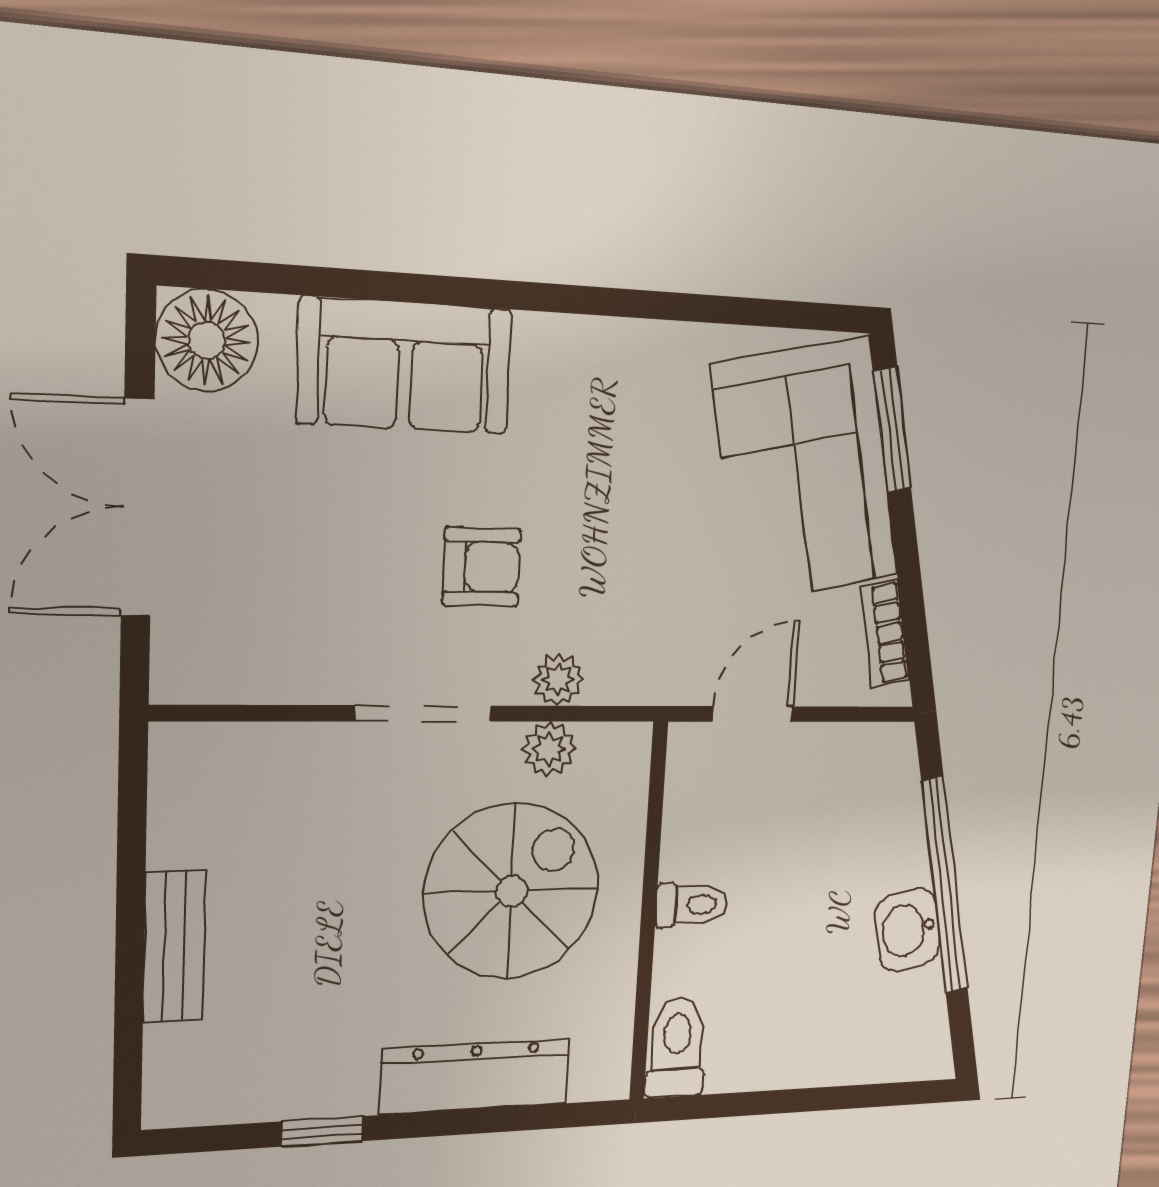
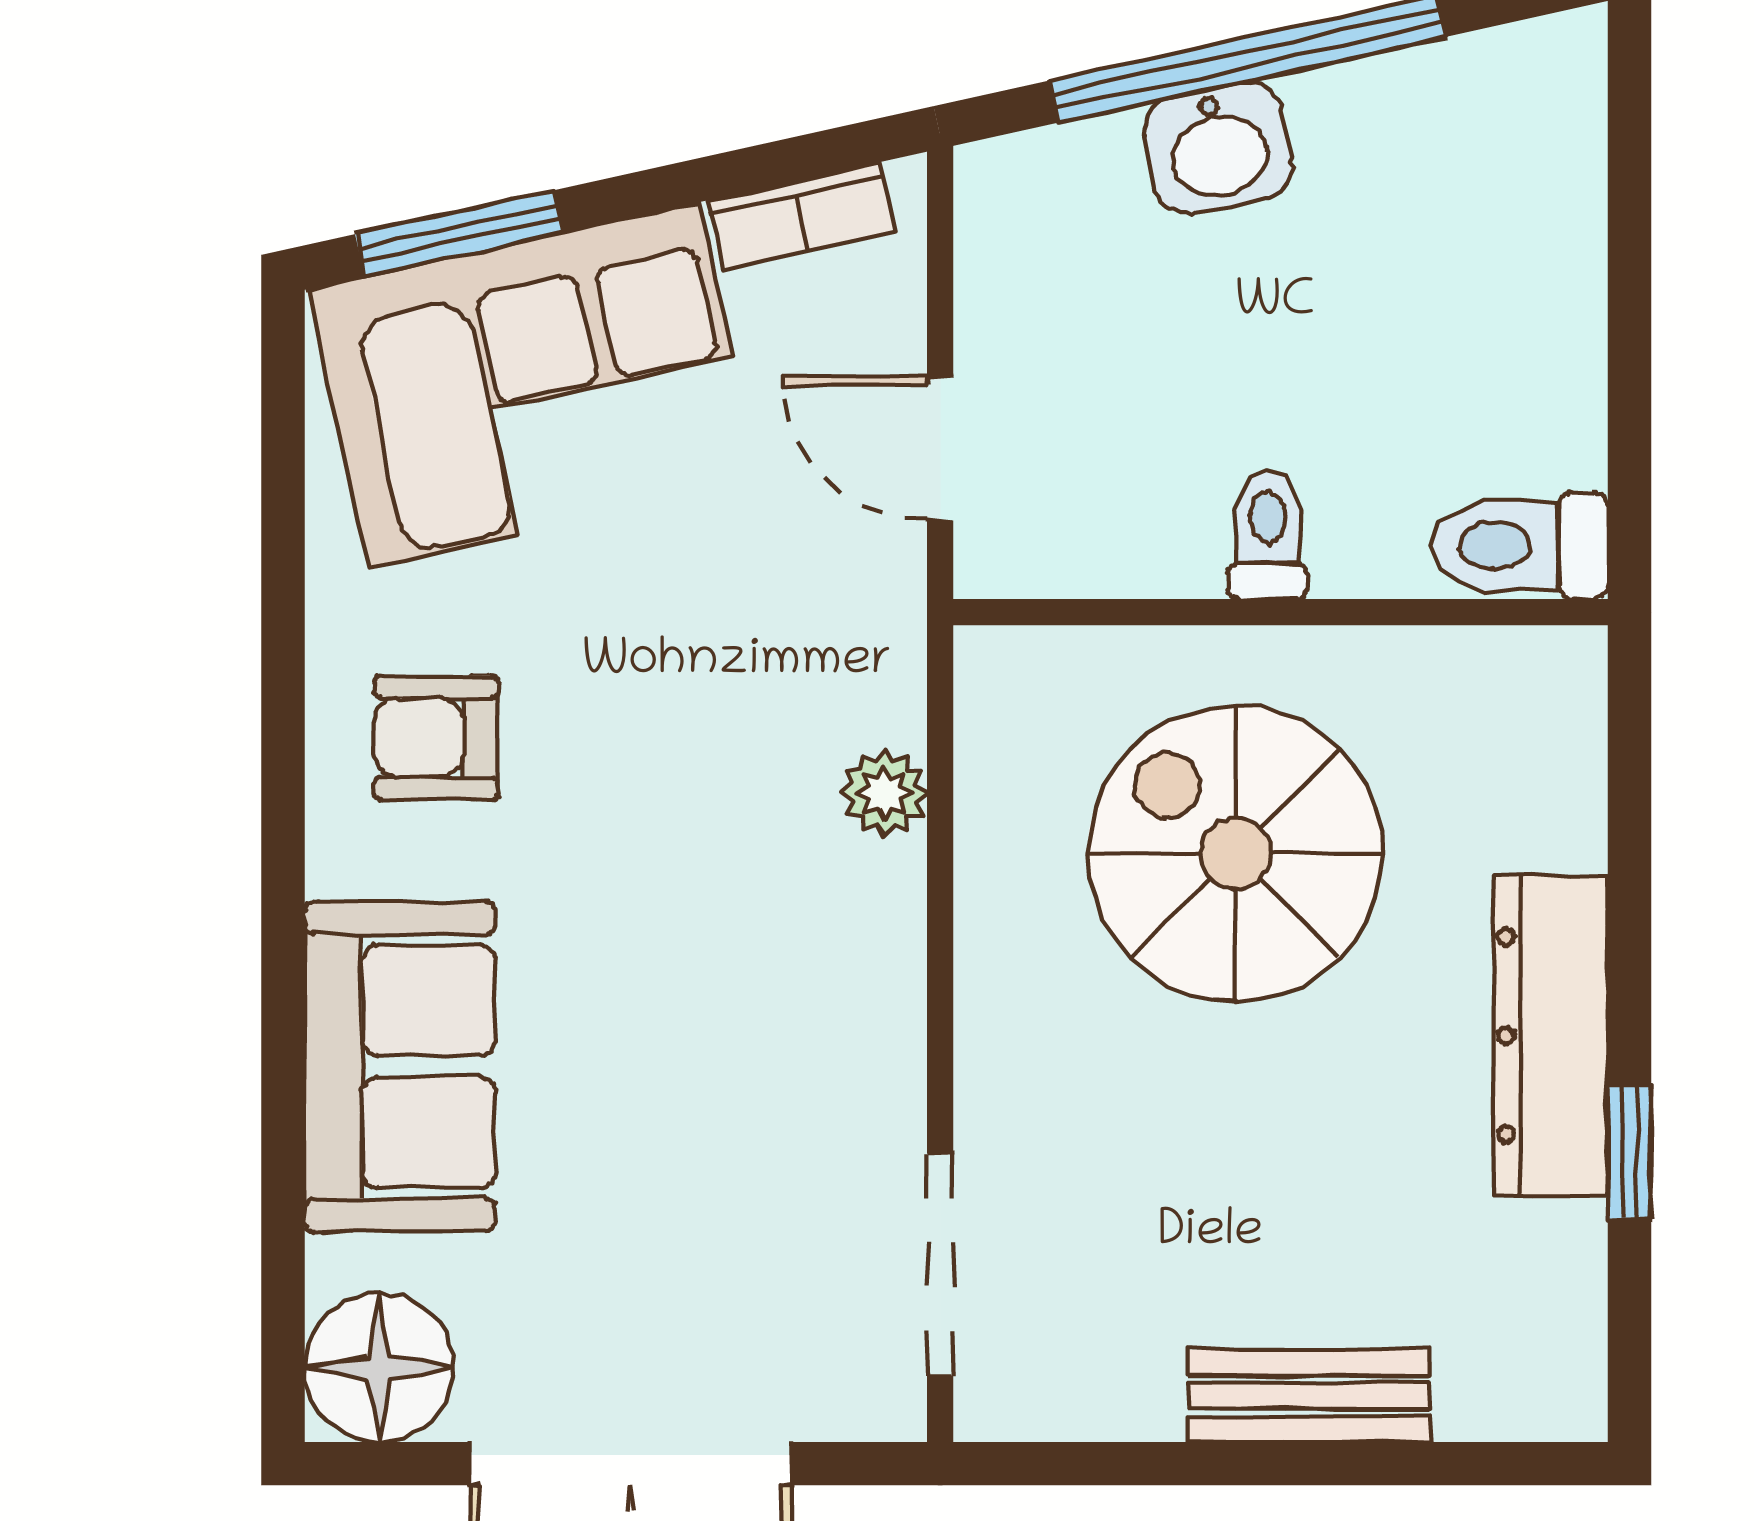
armchair: (481, 567) -> (436, 738), moved, turned -90
doorway: (423, 713) -> (940, 1265), moved
plant: (549, 749) -> (998, 802), removed
washbasin: (907, 930) -> (1218, 148), moved
dresser: (475, 1076) -> (1551, 1036), moved

